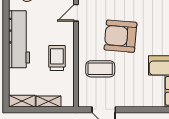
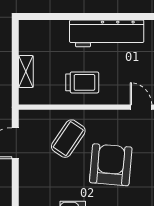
coffee table: (100, 69) -> (68, 139), turned 34
shelving: (22, 101) -> (26, 37), removed

